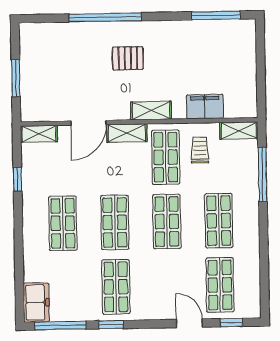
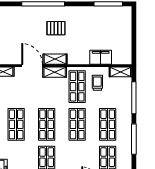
shelving: (151, 111) -> (55, 59), moved
door: (88, 123) -> (32, 66), swing flipped
window: (264, 245) -> (134, 139), added

